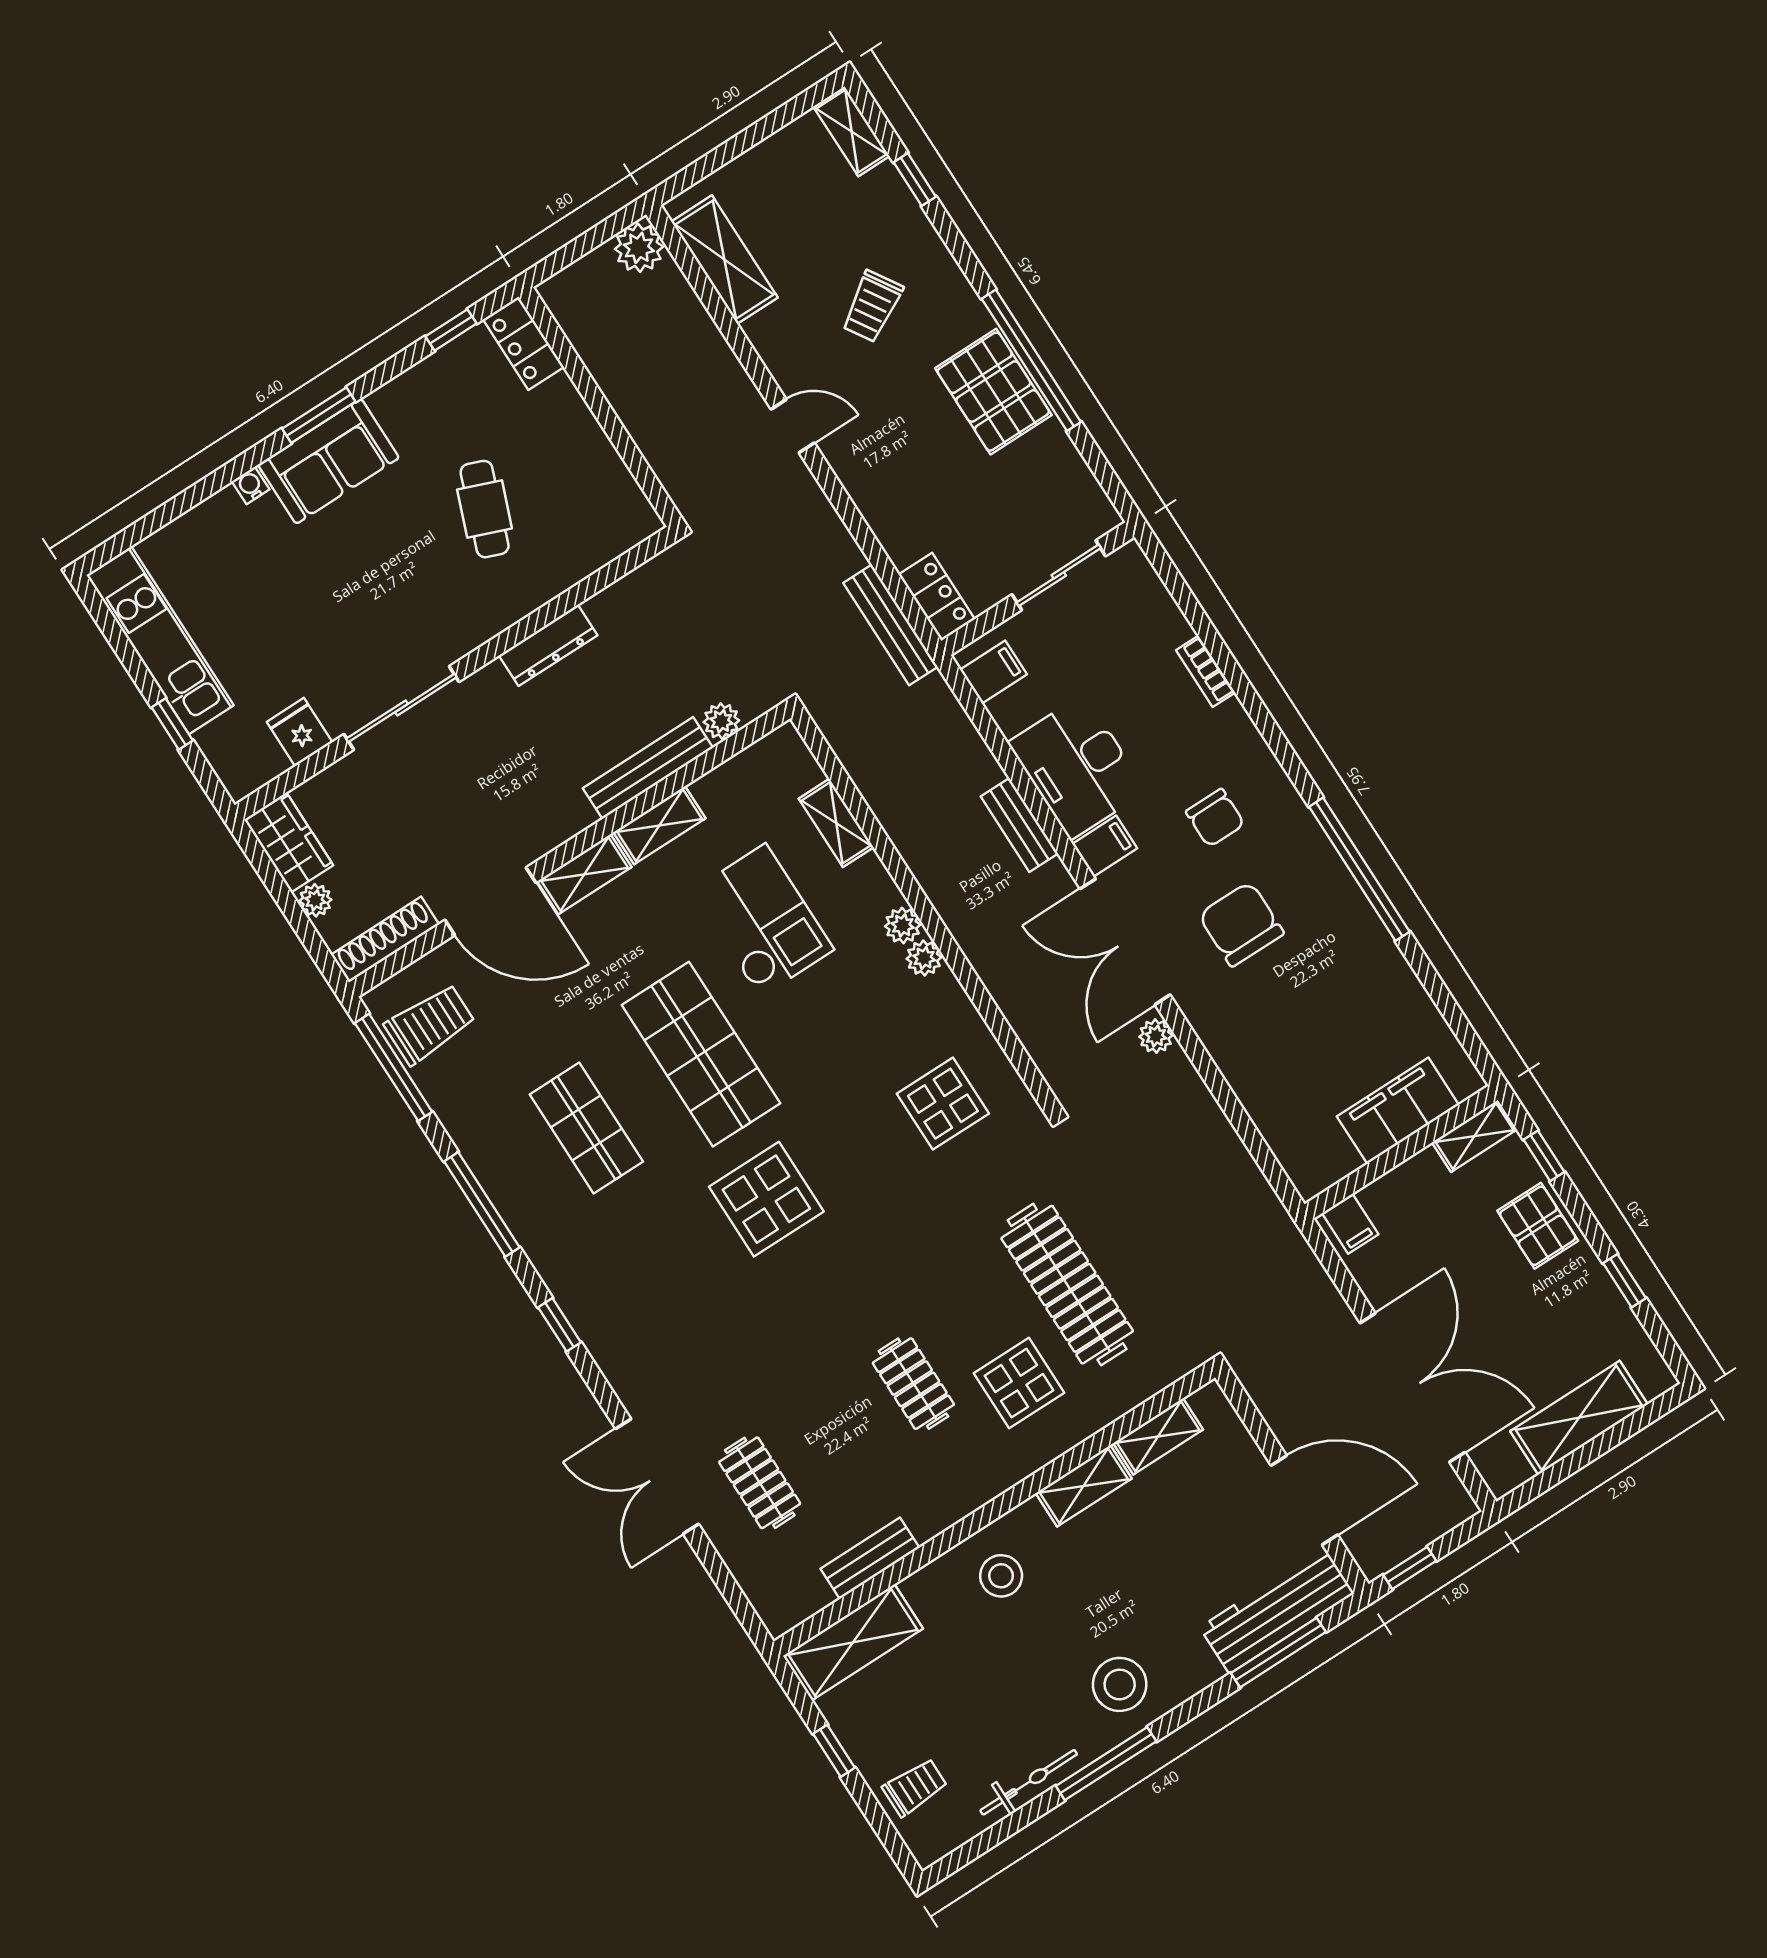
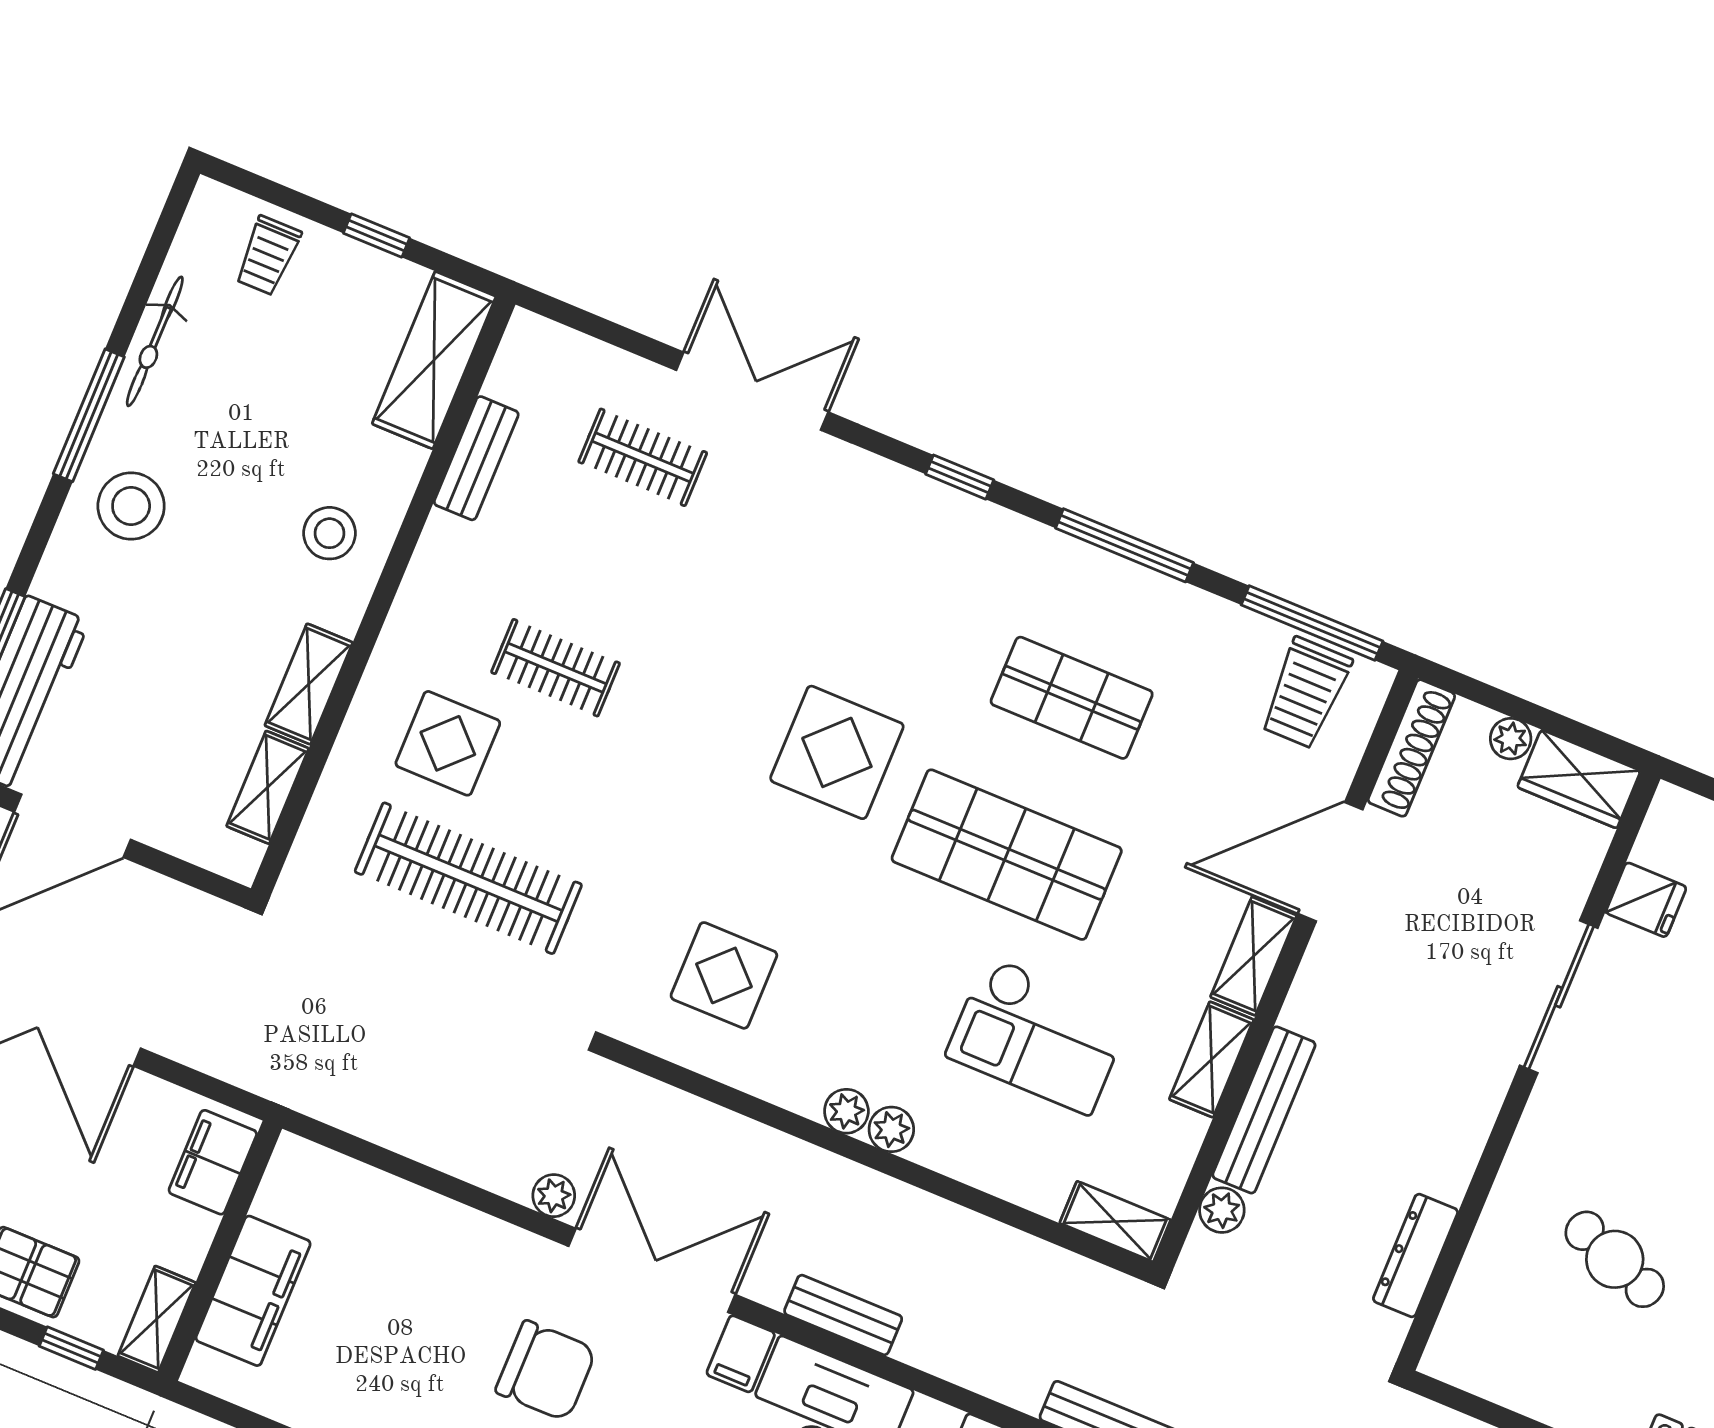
dresser: (548, 645) -> (1415, 1255), moved
shelving: (836, 823) -> (1115, 1221), moved
filing cabinet: (1350, 1224) -> (213, 1162), width x2.00

